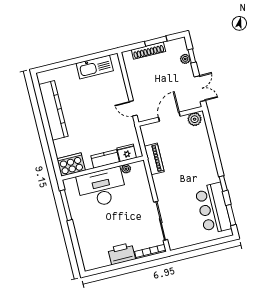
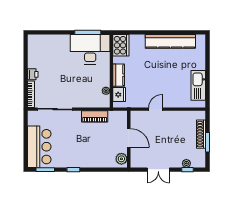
wall: (171, 116) -> (129, 139), moved
door: (169, 117) -> (129, 138), moved
plant: (195, 119) -> (121, 159), moved
piano: (154, 159) -> (95, 116), moved
desk: (102, 188) -> (90, 49), moved, turned -90
bar counter: (213, 208) -> (39, 147), moved, turned 90
printer: (122, 254) -> (33, 74), width x0.53, depth x0.68

